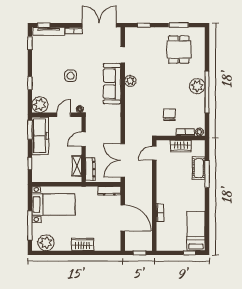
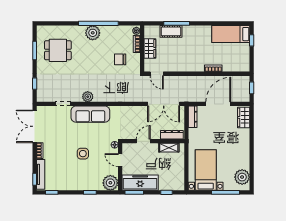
door: (84, 139) -> (143, 141), swing flipped
wardrobe: (82, 244) -> (244, 117), moved

